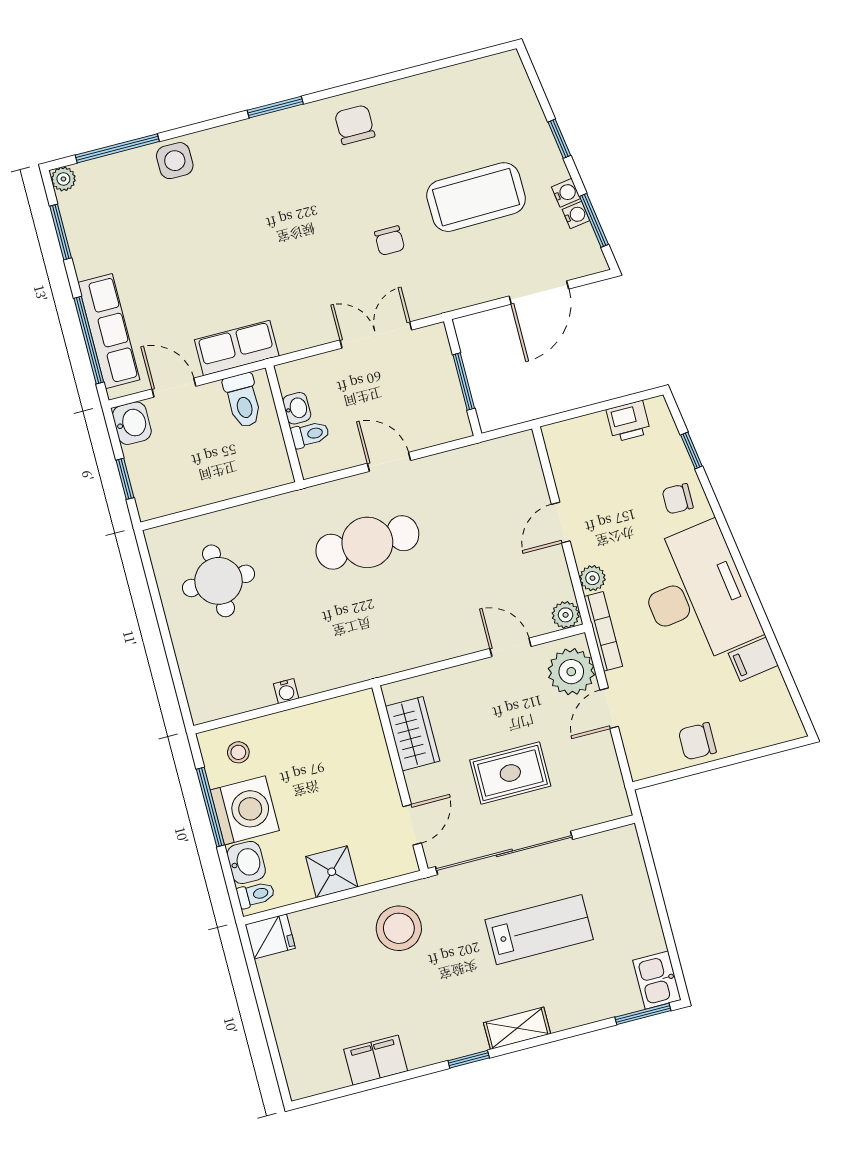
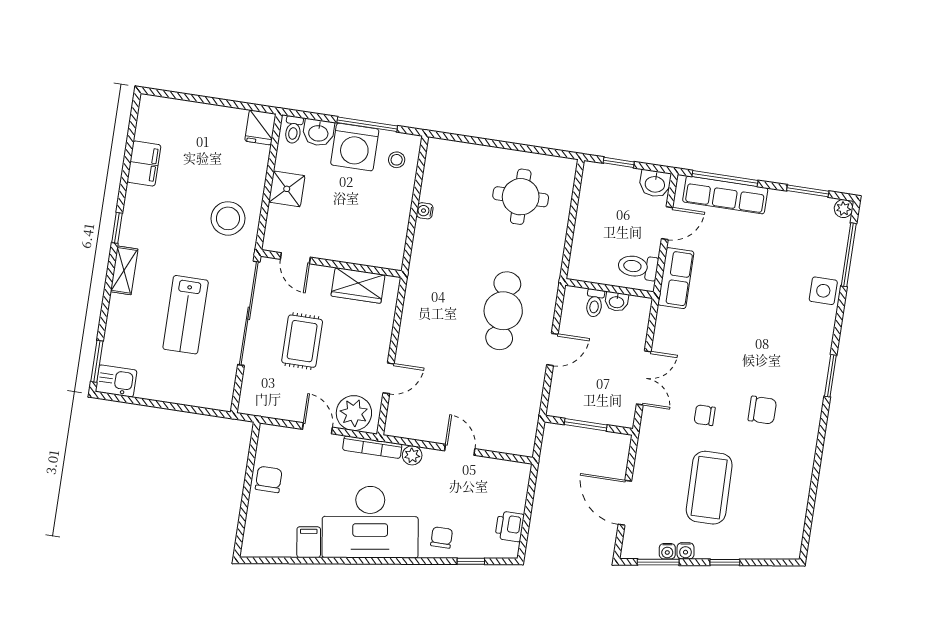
chair: (355, 125) -> (762, 410), moved
plant: (566, 615) -> (395, 426), removed

